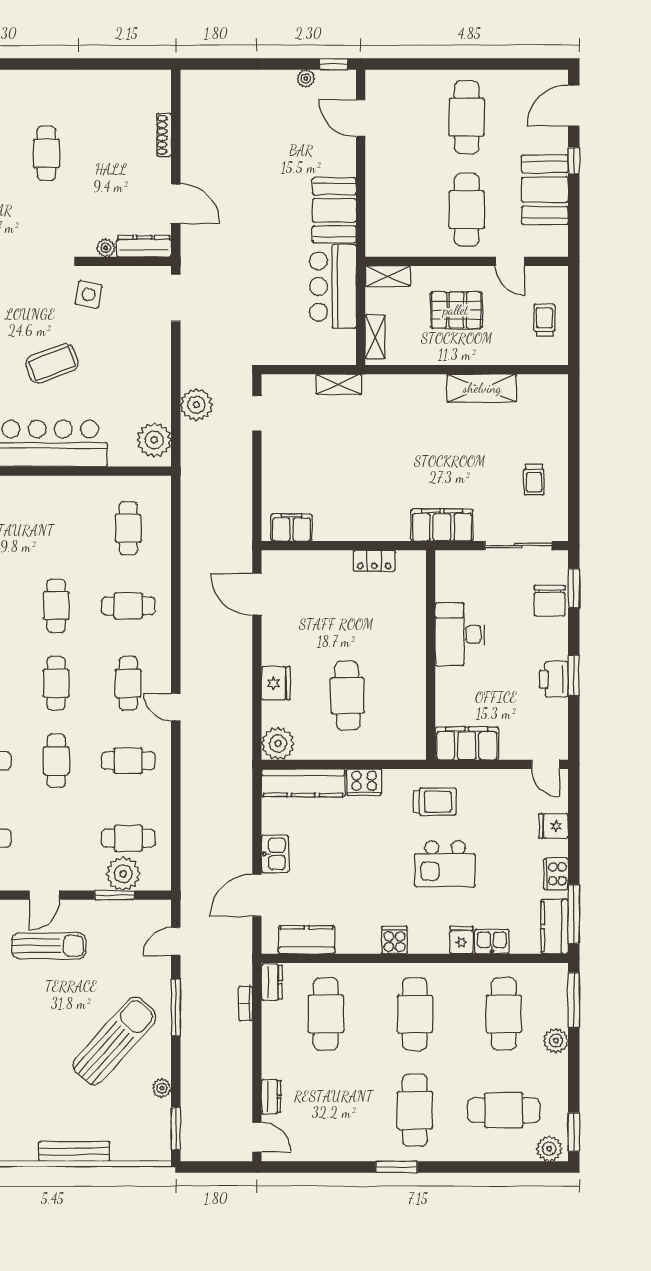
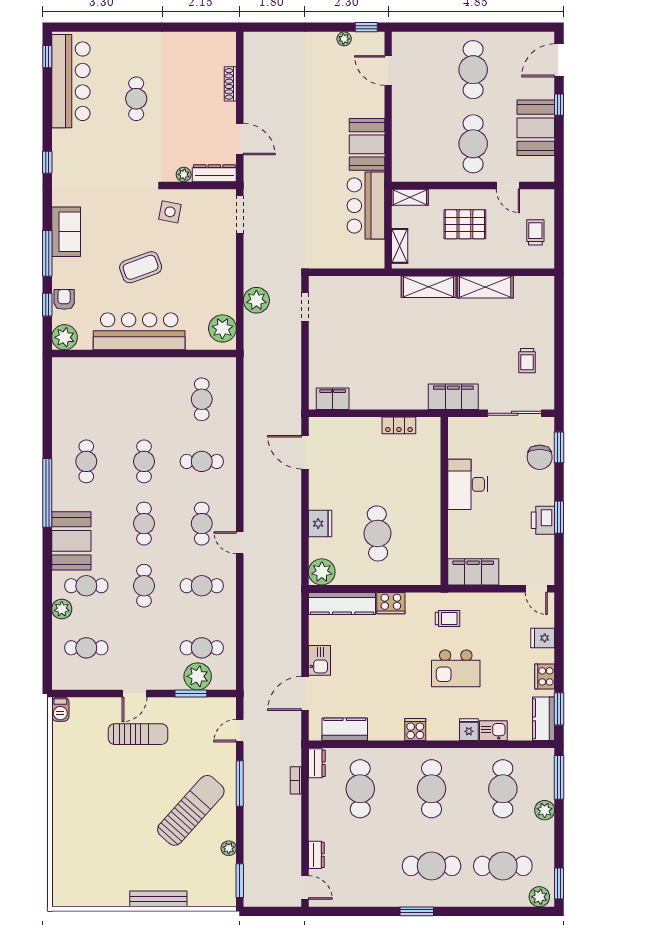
shelving: (339, 384) -> (429, 287), moved, width x1.50, depth x1.33
trolley: (435, 802) -> (448, 618), width x0.73, depth x0.72
window: (574, 914) -> (559, 709), width x0.69
cafe table: (415, 1110) -> (432, 866), turned 90

